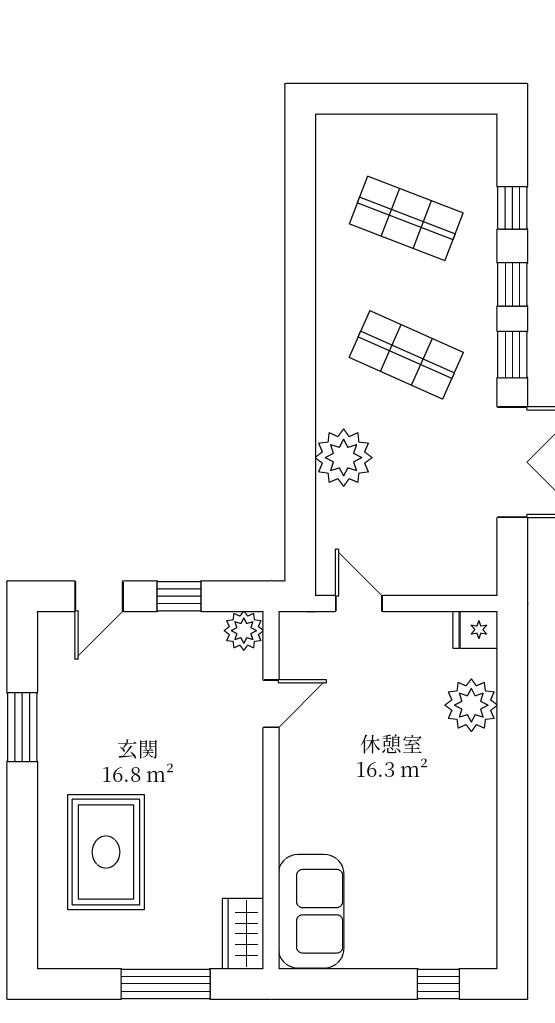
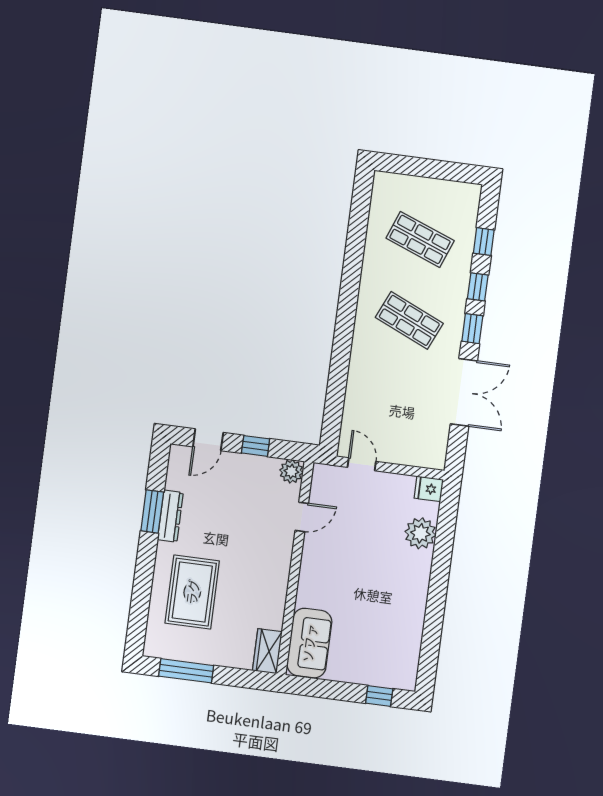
plant: (344, 458) -> (364, 377), removed
dresser: (53, 731) -> (170, 516), added
window: (166, 984) -> (186, 671), moved

